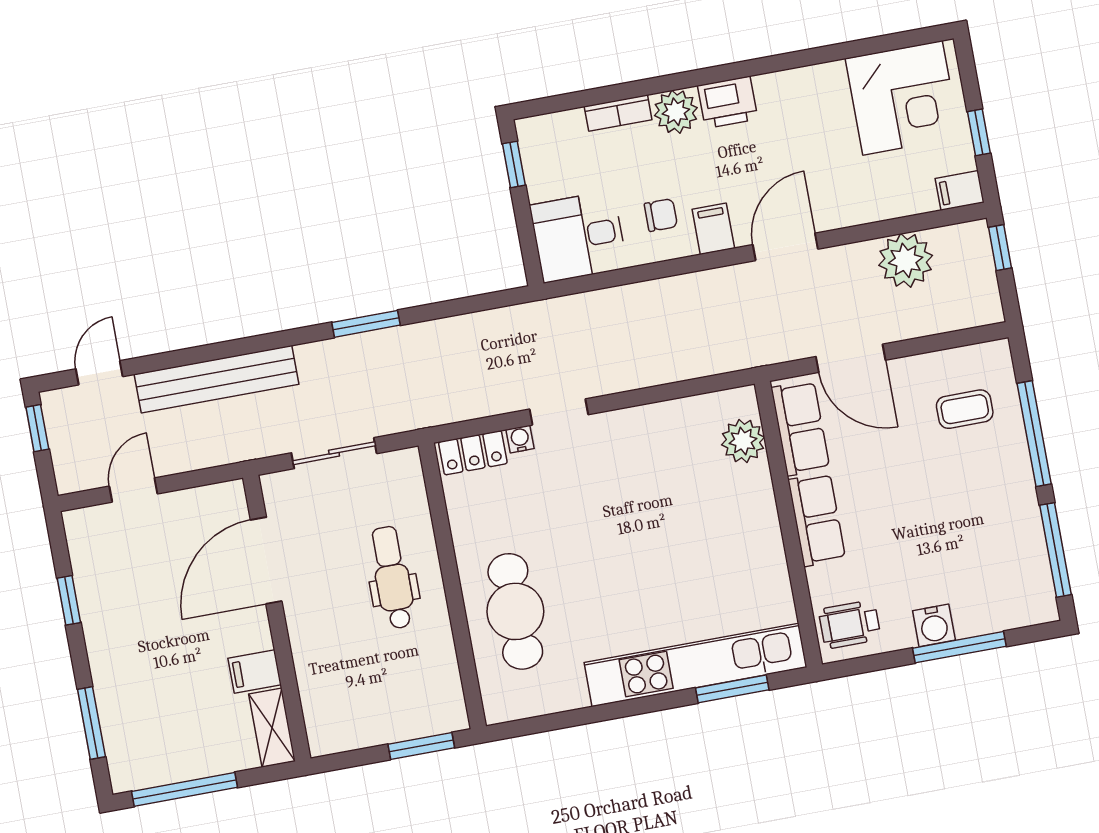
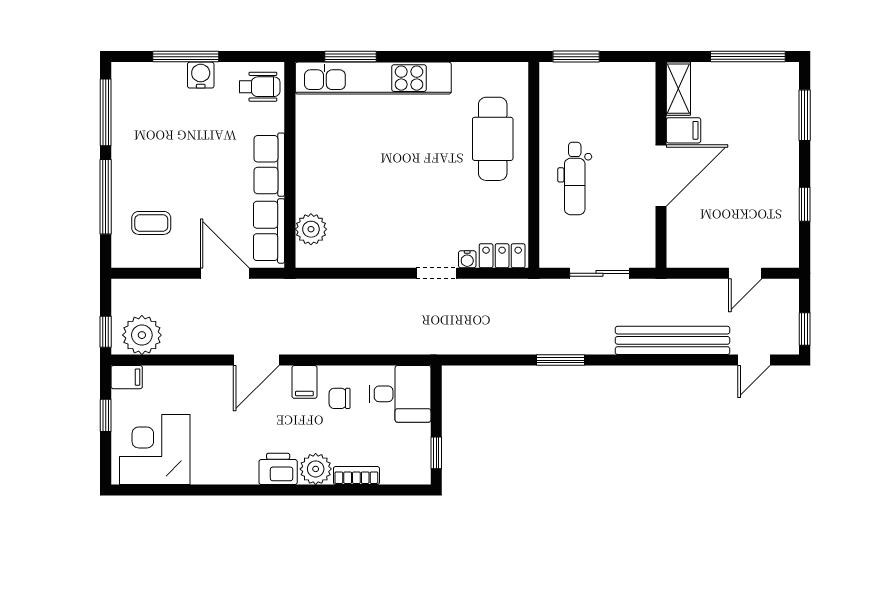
plant: (906, 260) -> (142, 335), moved
door: (266, 561) -> (661, 175), moved

